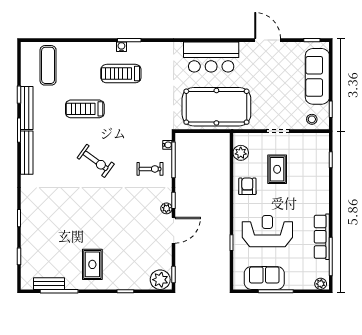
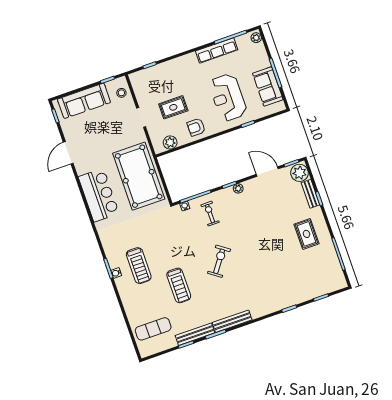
door: (174, 230) -> (267, 172), moved
rug: (92, 264) -> (307, 234), turned 90
bench: (49, 284) -> (310, 194), moved

